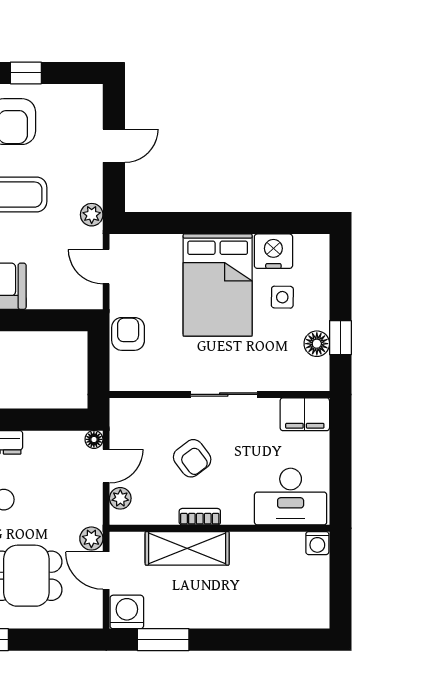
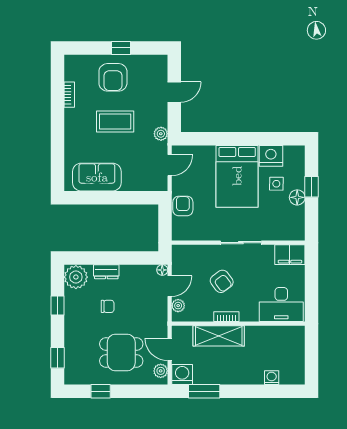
door: (106, 267) -> (170, 165), swing flipped
window: (340, 338) -> (312, 187), moved
floor lamp: (317, 344) -> (297, 197), moved
plant: (91, 539) -> (161, 371), moved
washing machine: (317, 543) -> (272, 378), moved, turned 180

